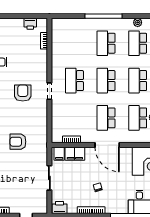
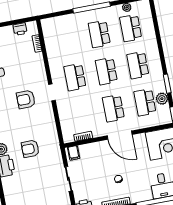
armchair: (23, 93) -> (26, 99), turned -90
filing cabinet: (75, 154) -> (89, 150), removed

